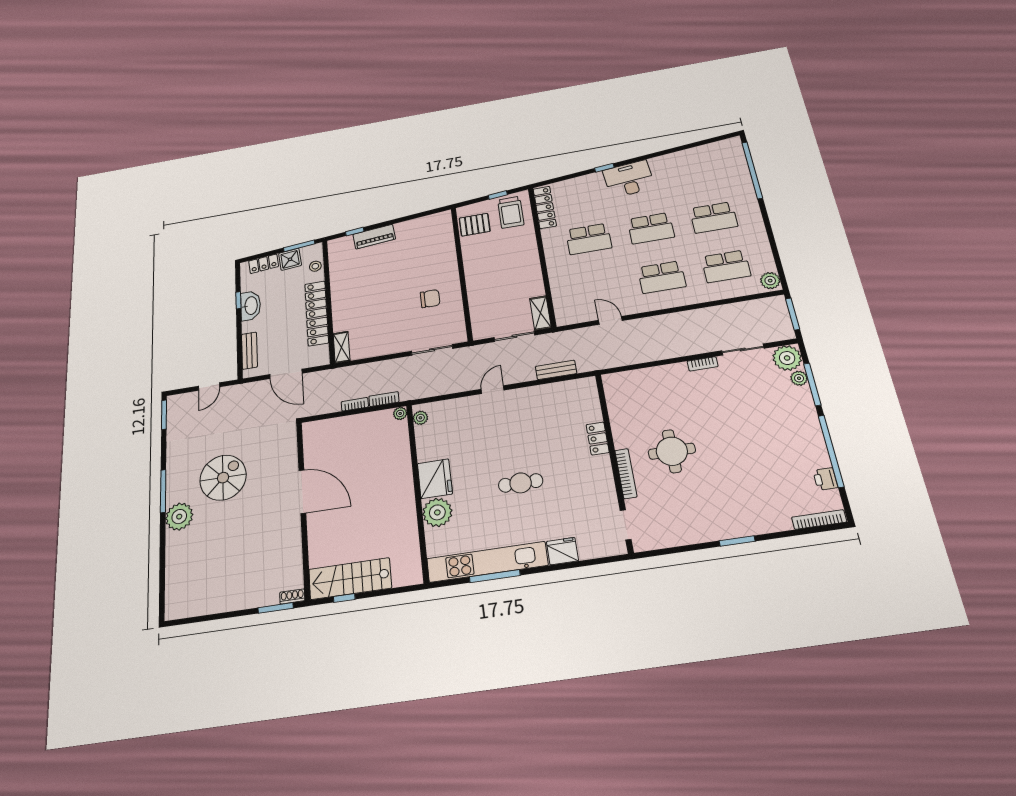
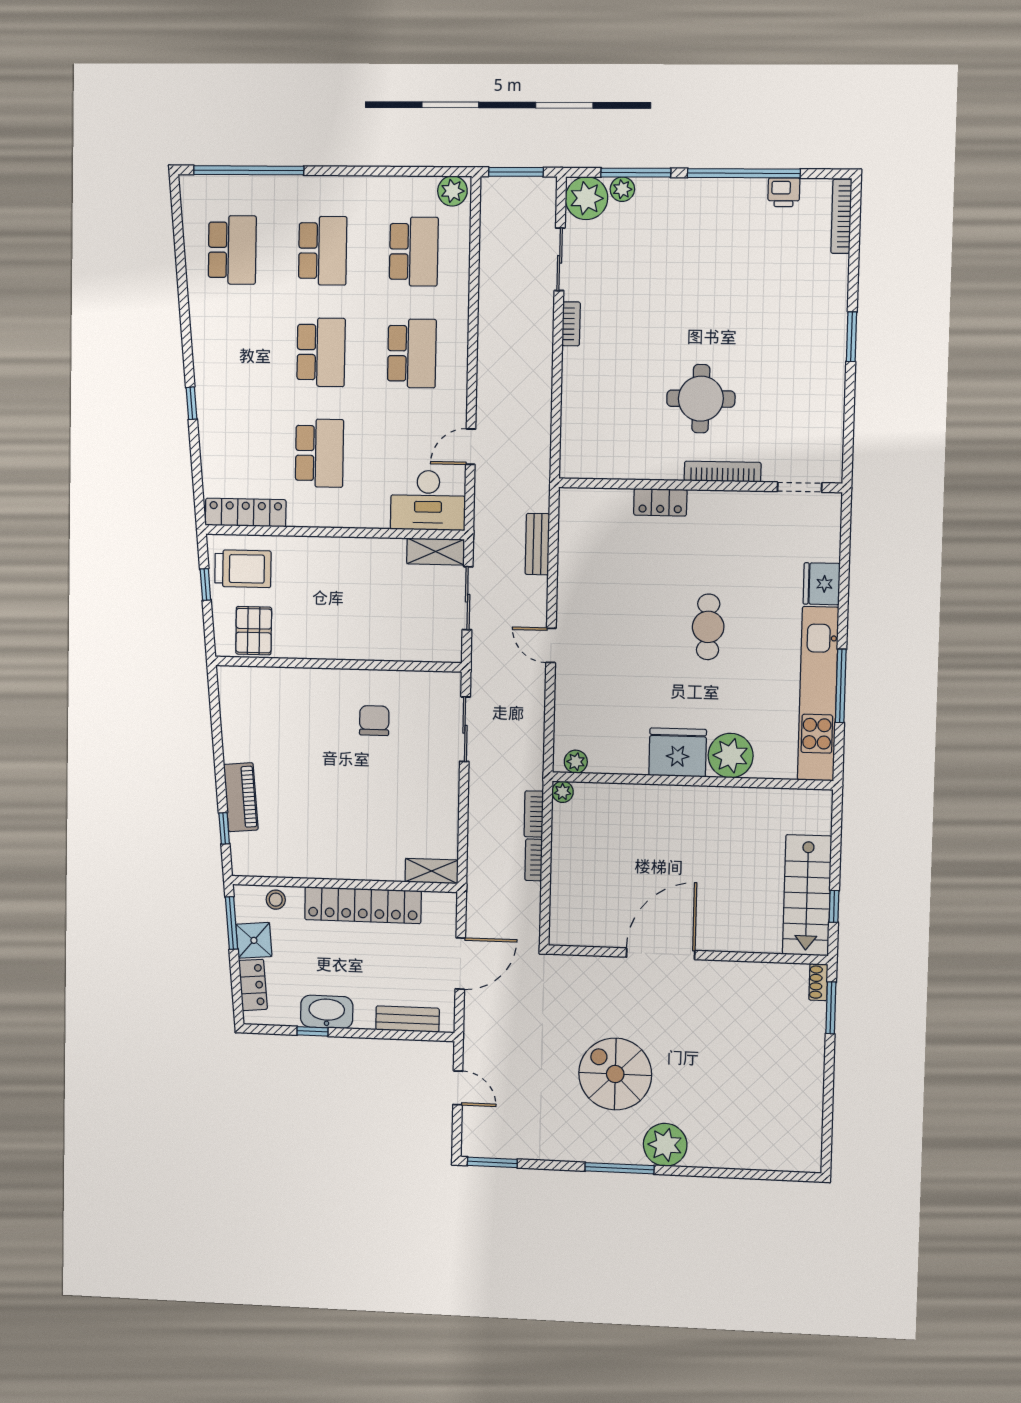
school desk: (702, 171) -> (232, 250), added
desk: (629, 179) -> (428, 500), moved, turned -85

